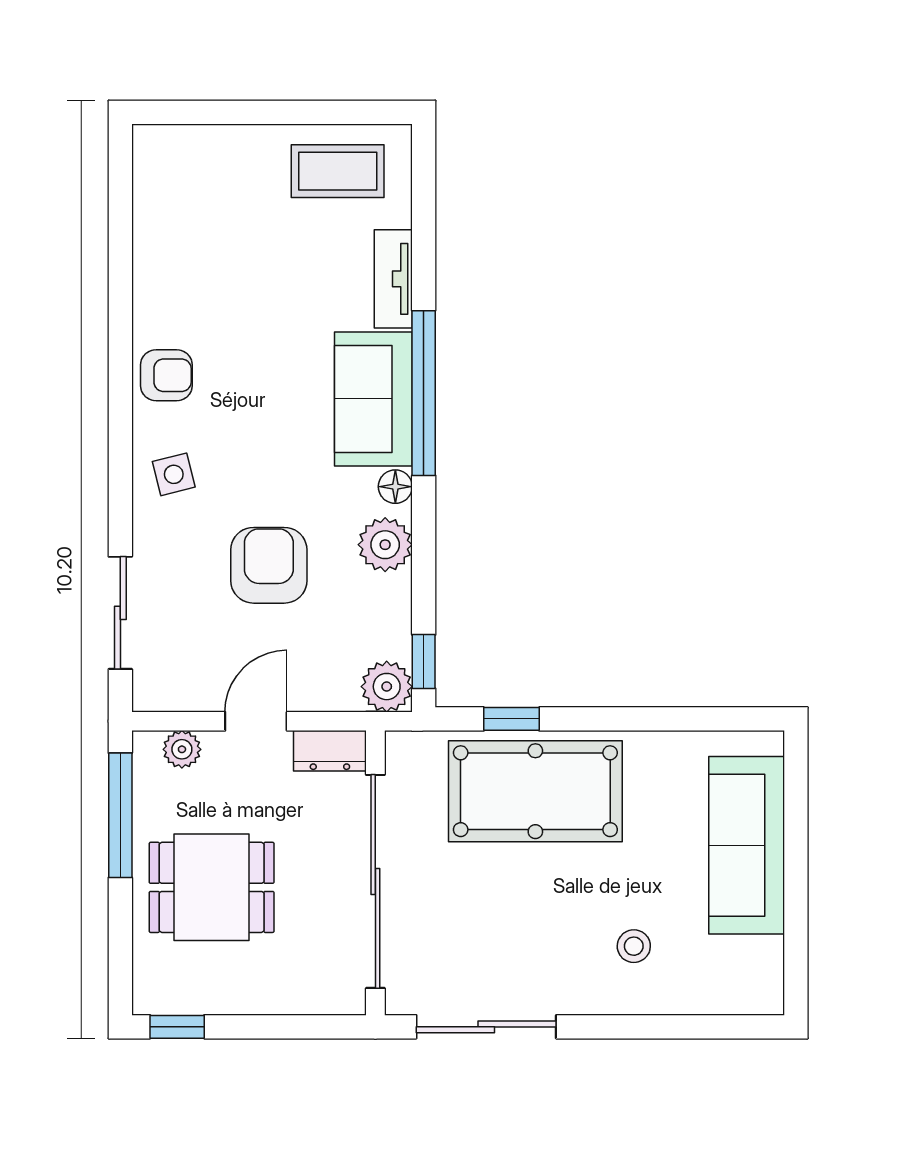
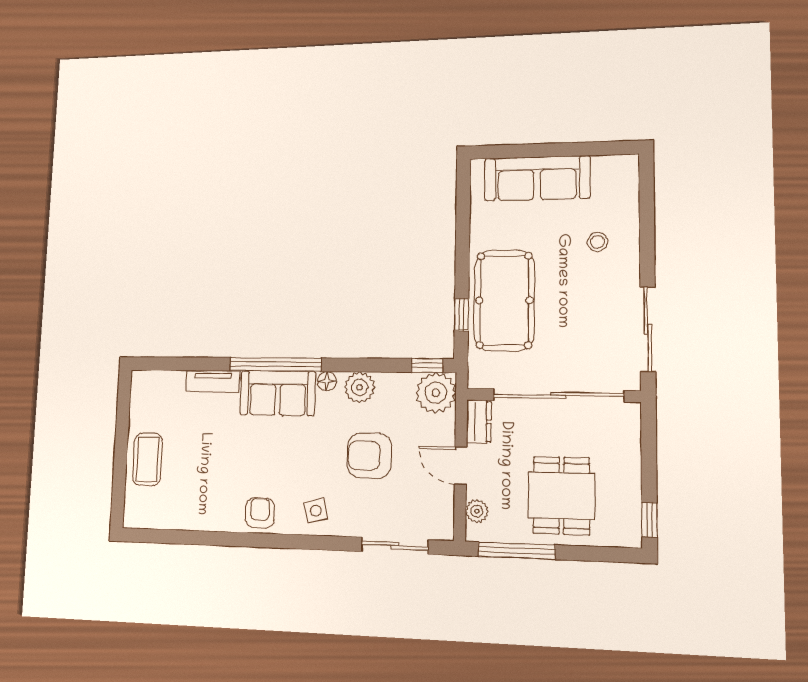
coffee table: (338, 171) -> (148, 459), moved
plant: (387, 687) -> (436, 393), width x1.36, depth x1.36

